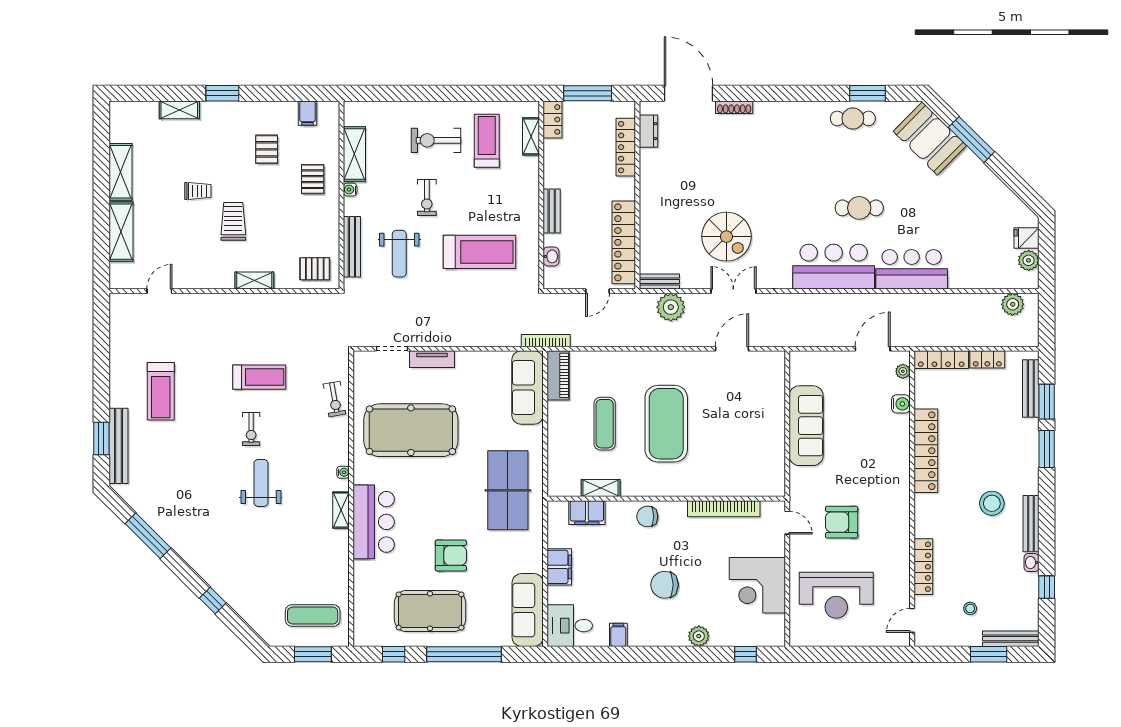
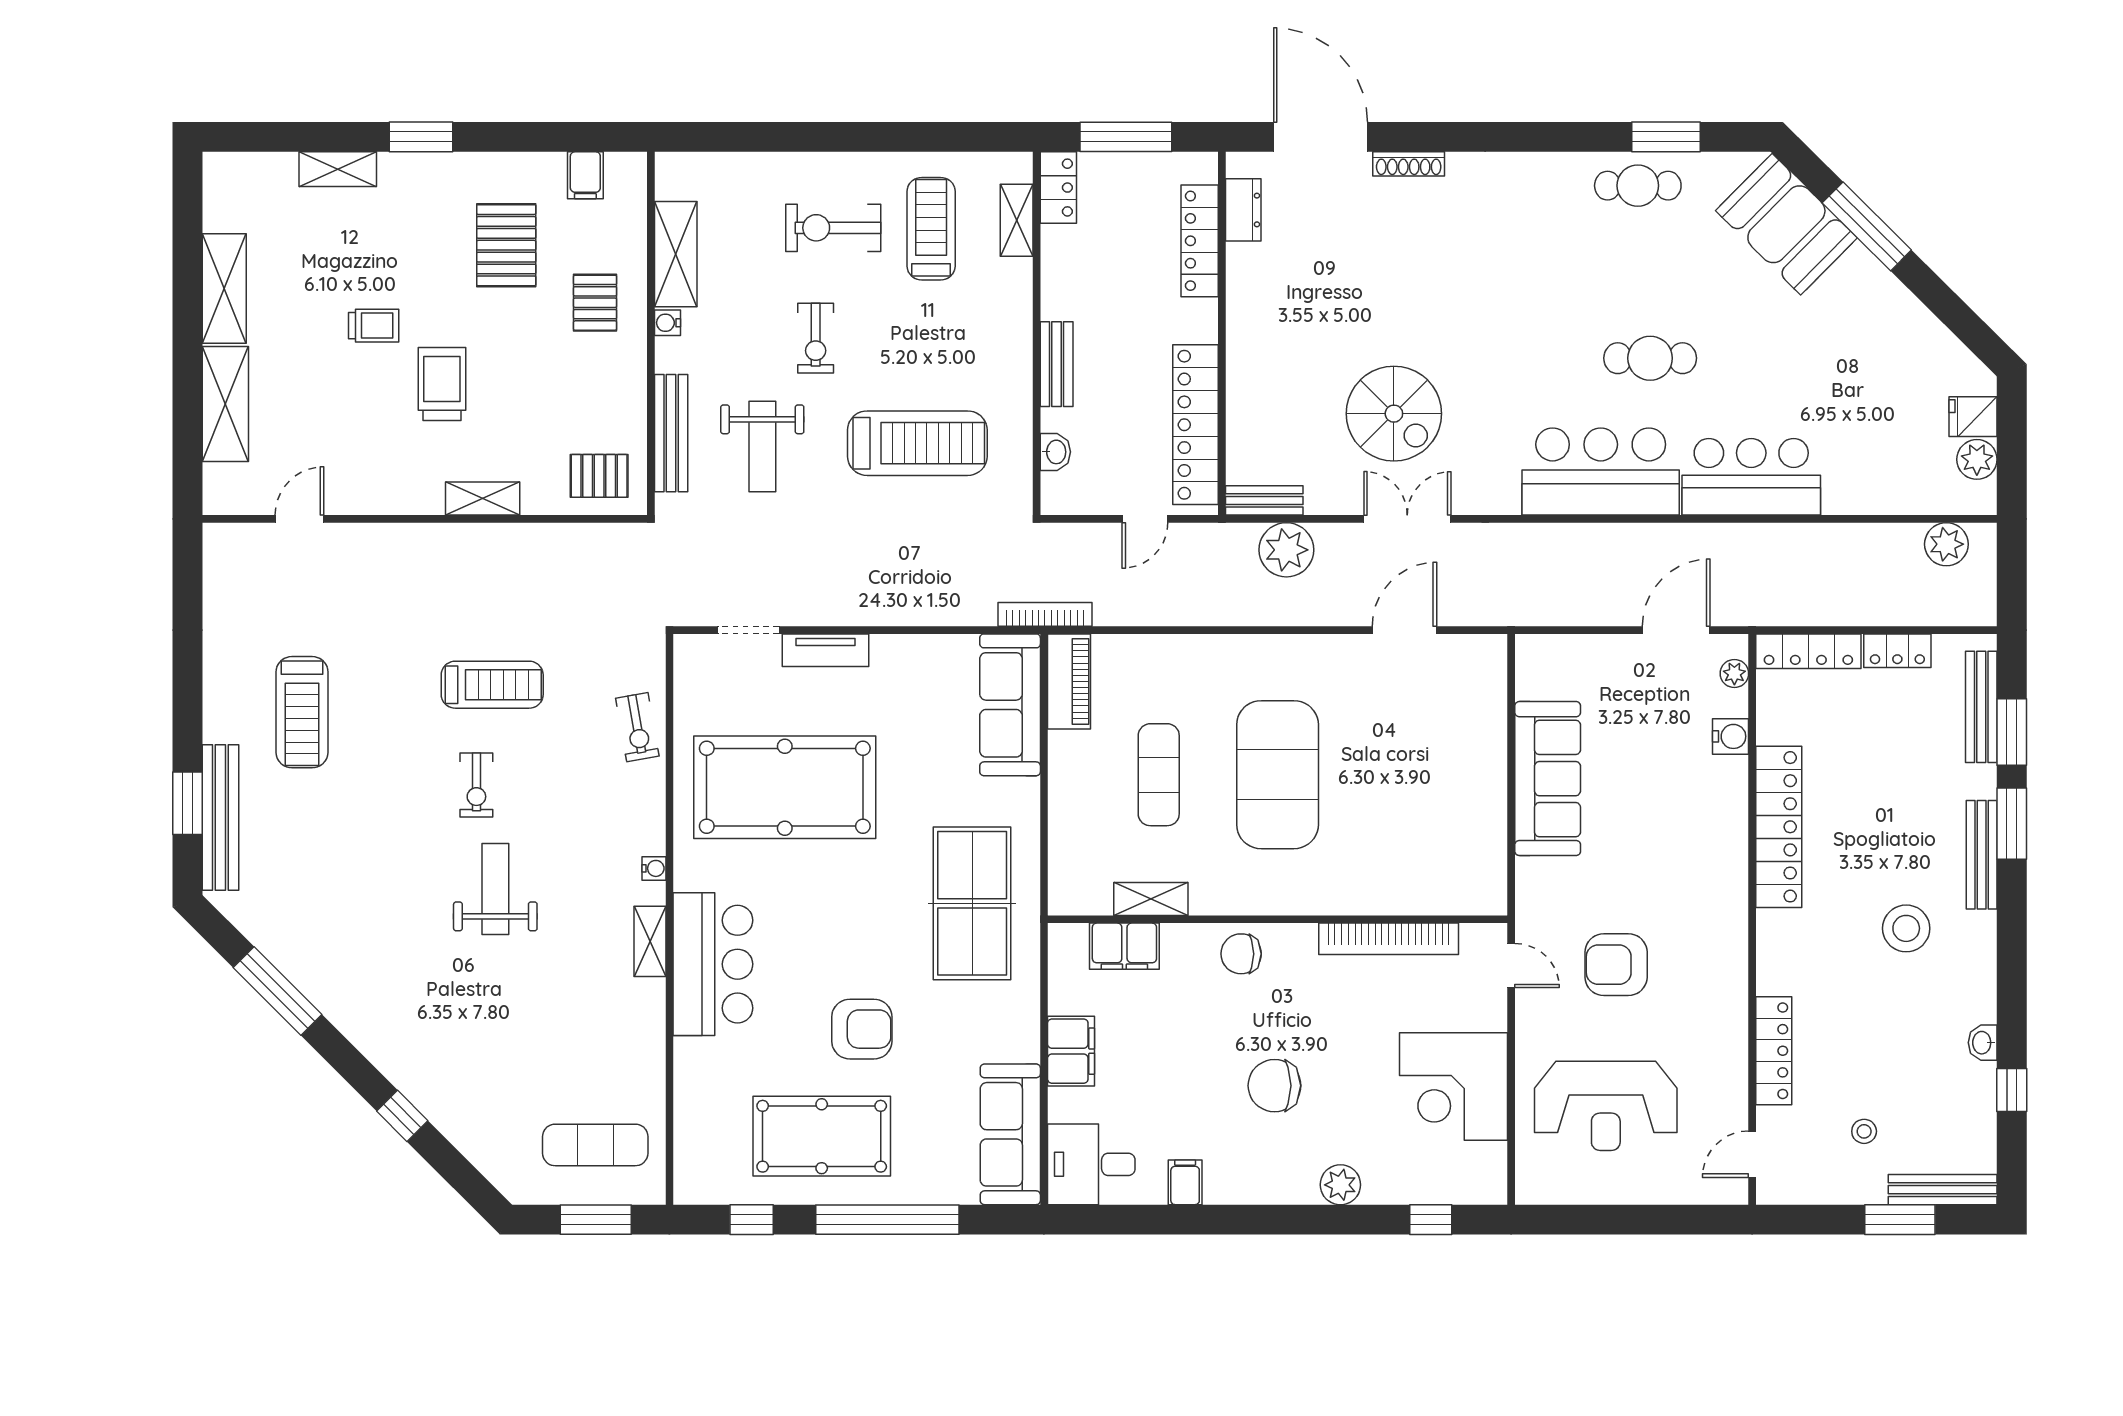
pallet: (267, 149) -> (506, 245), width x1.50, depth x1.42
bench: (1031, 524) -> (1982, 855), moved

